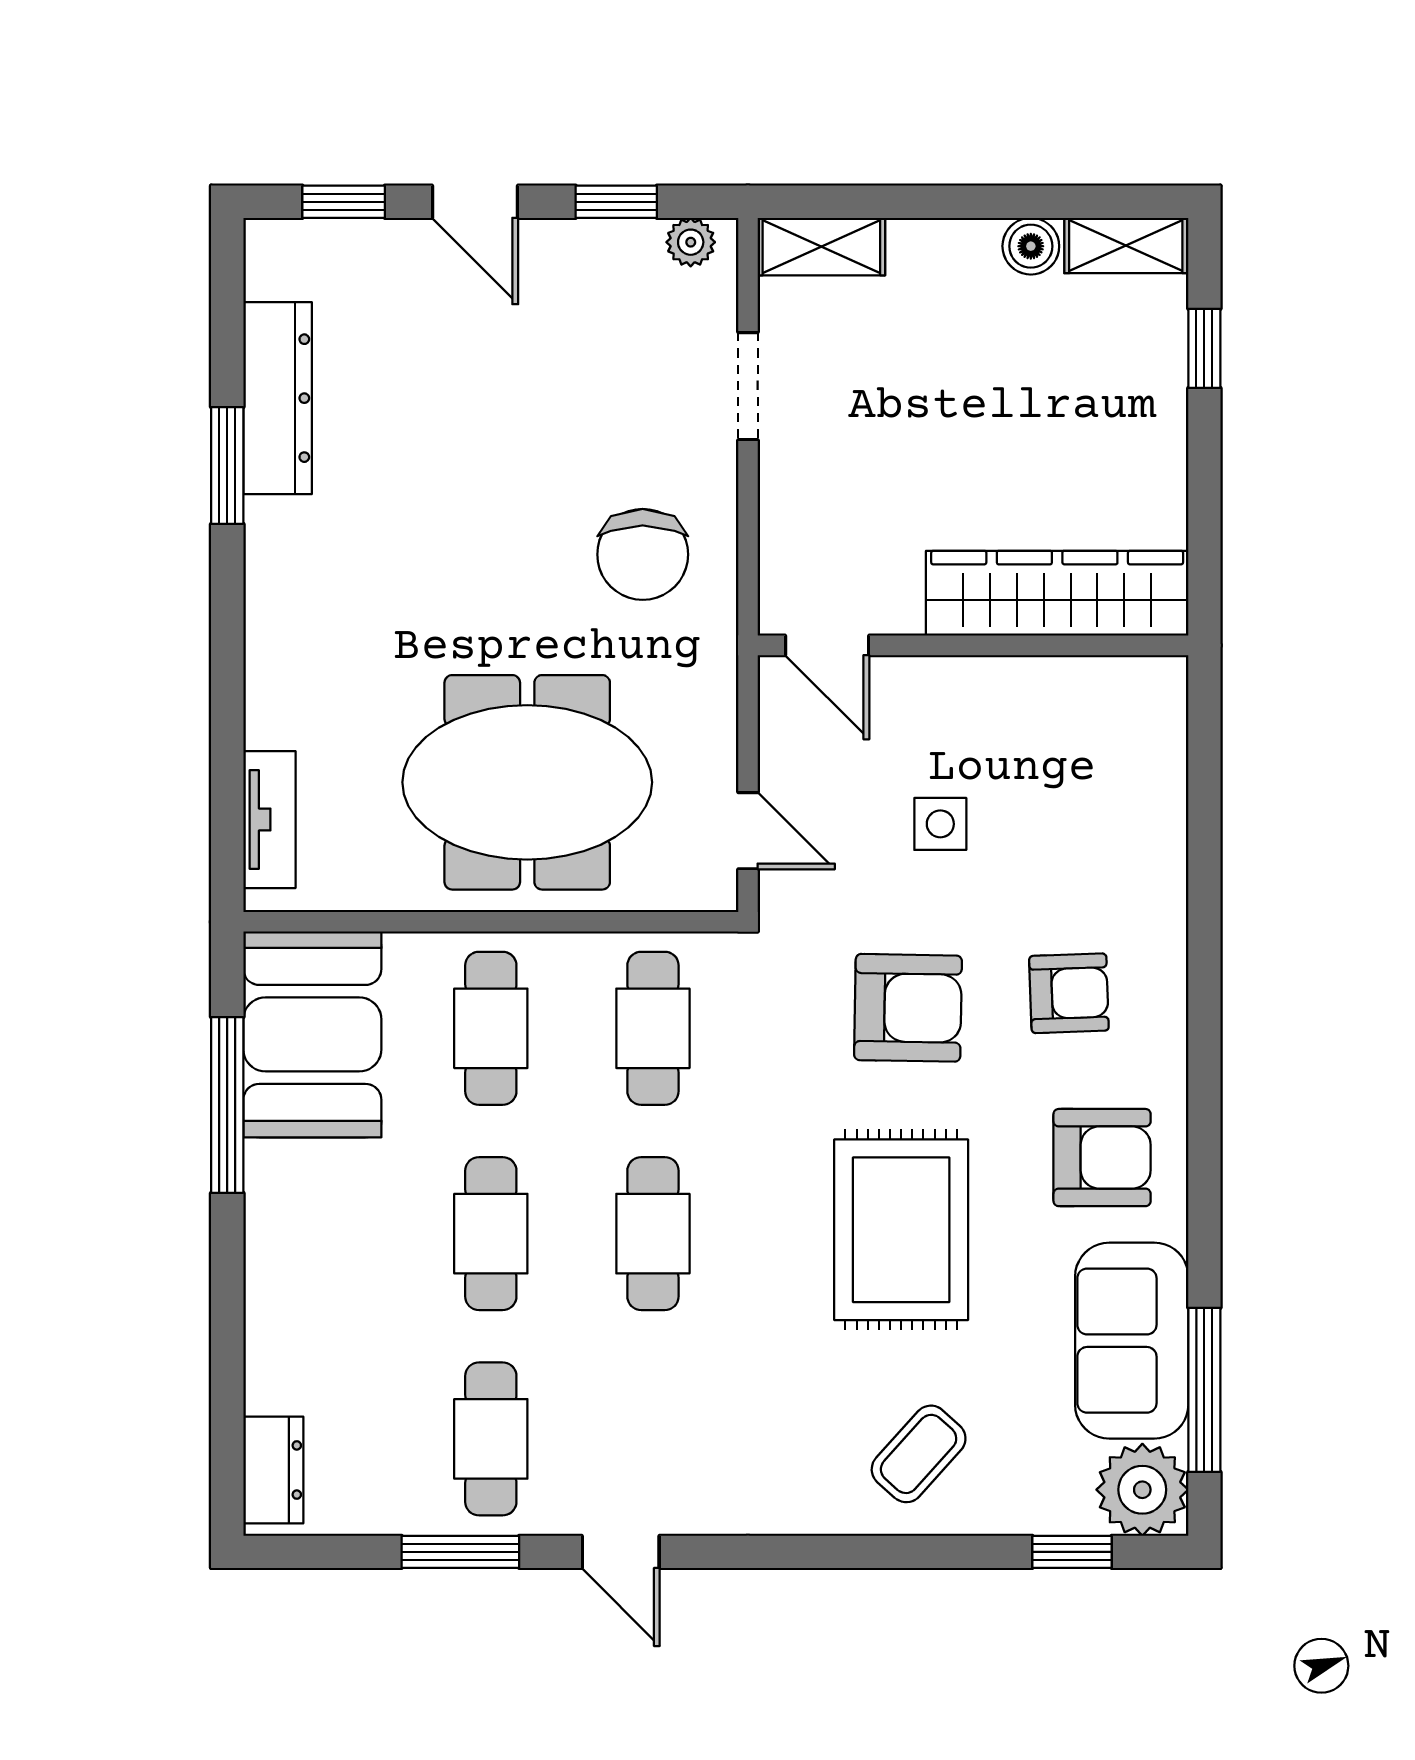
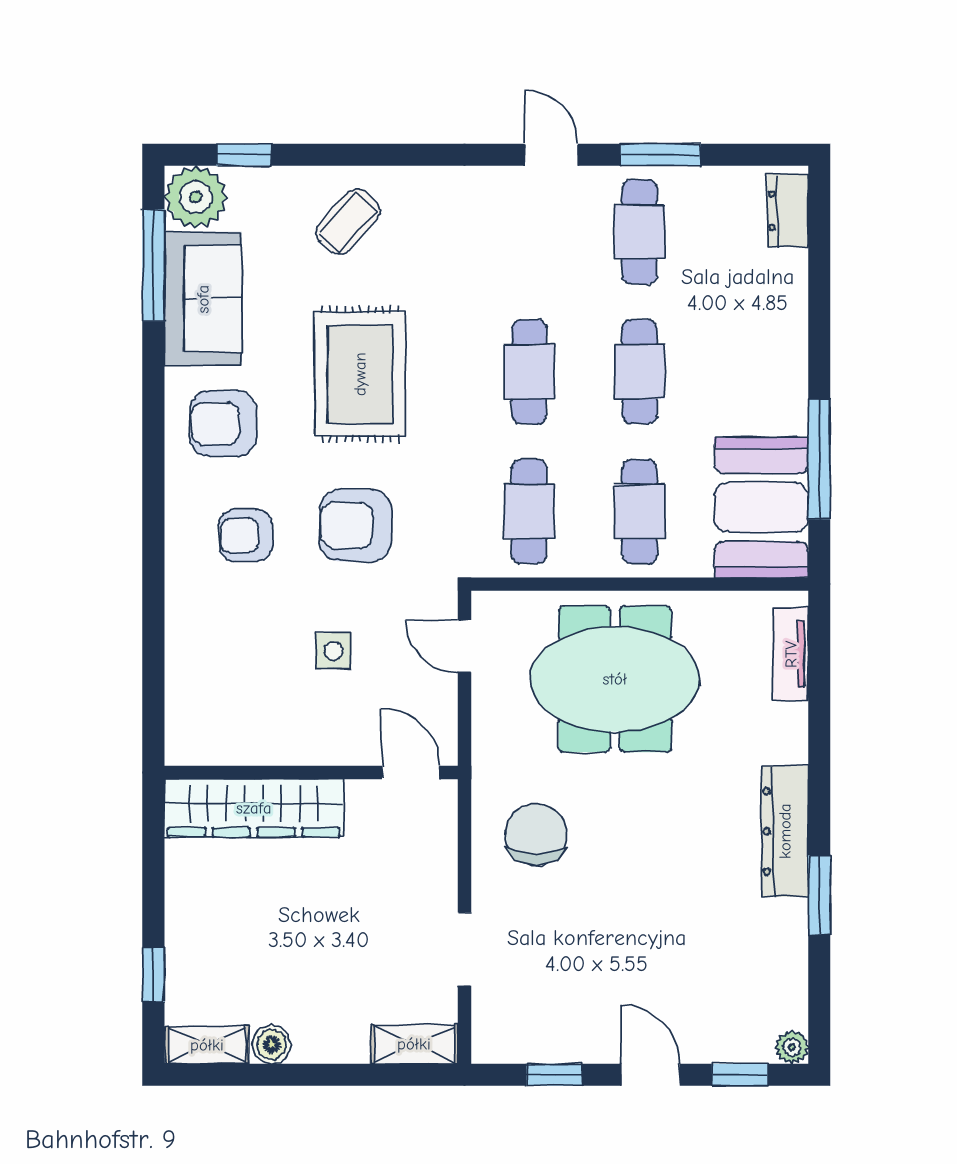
plant: (691, 242) -> (792, 1047), moved
dresser: (278, 398) -> (785, 831), moved

